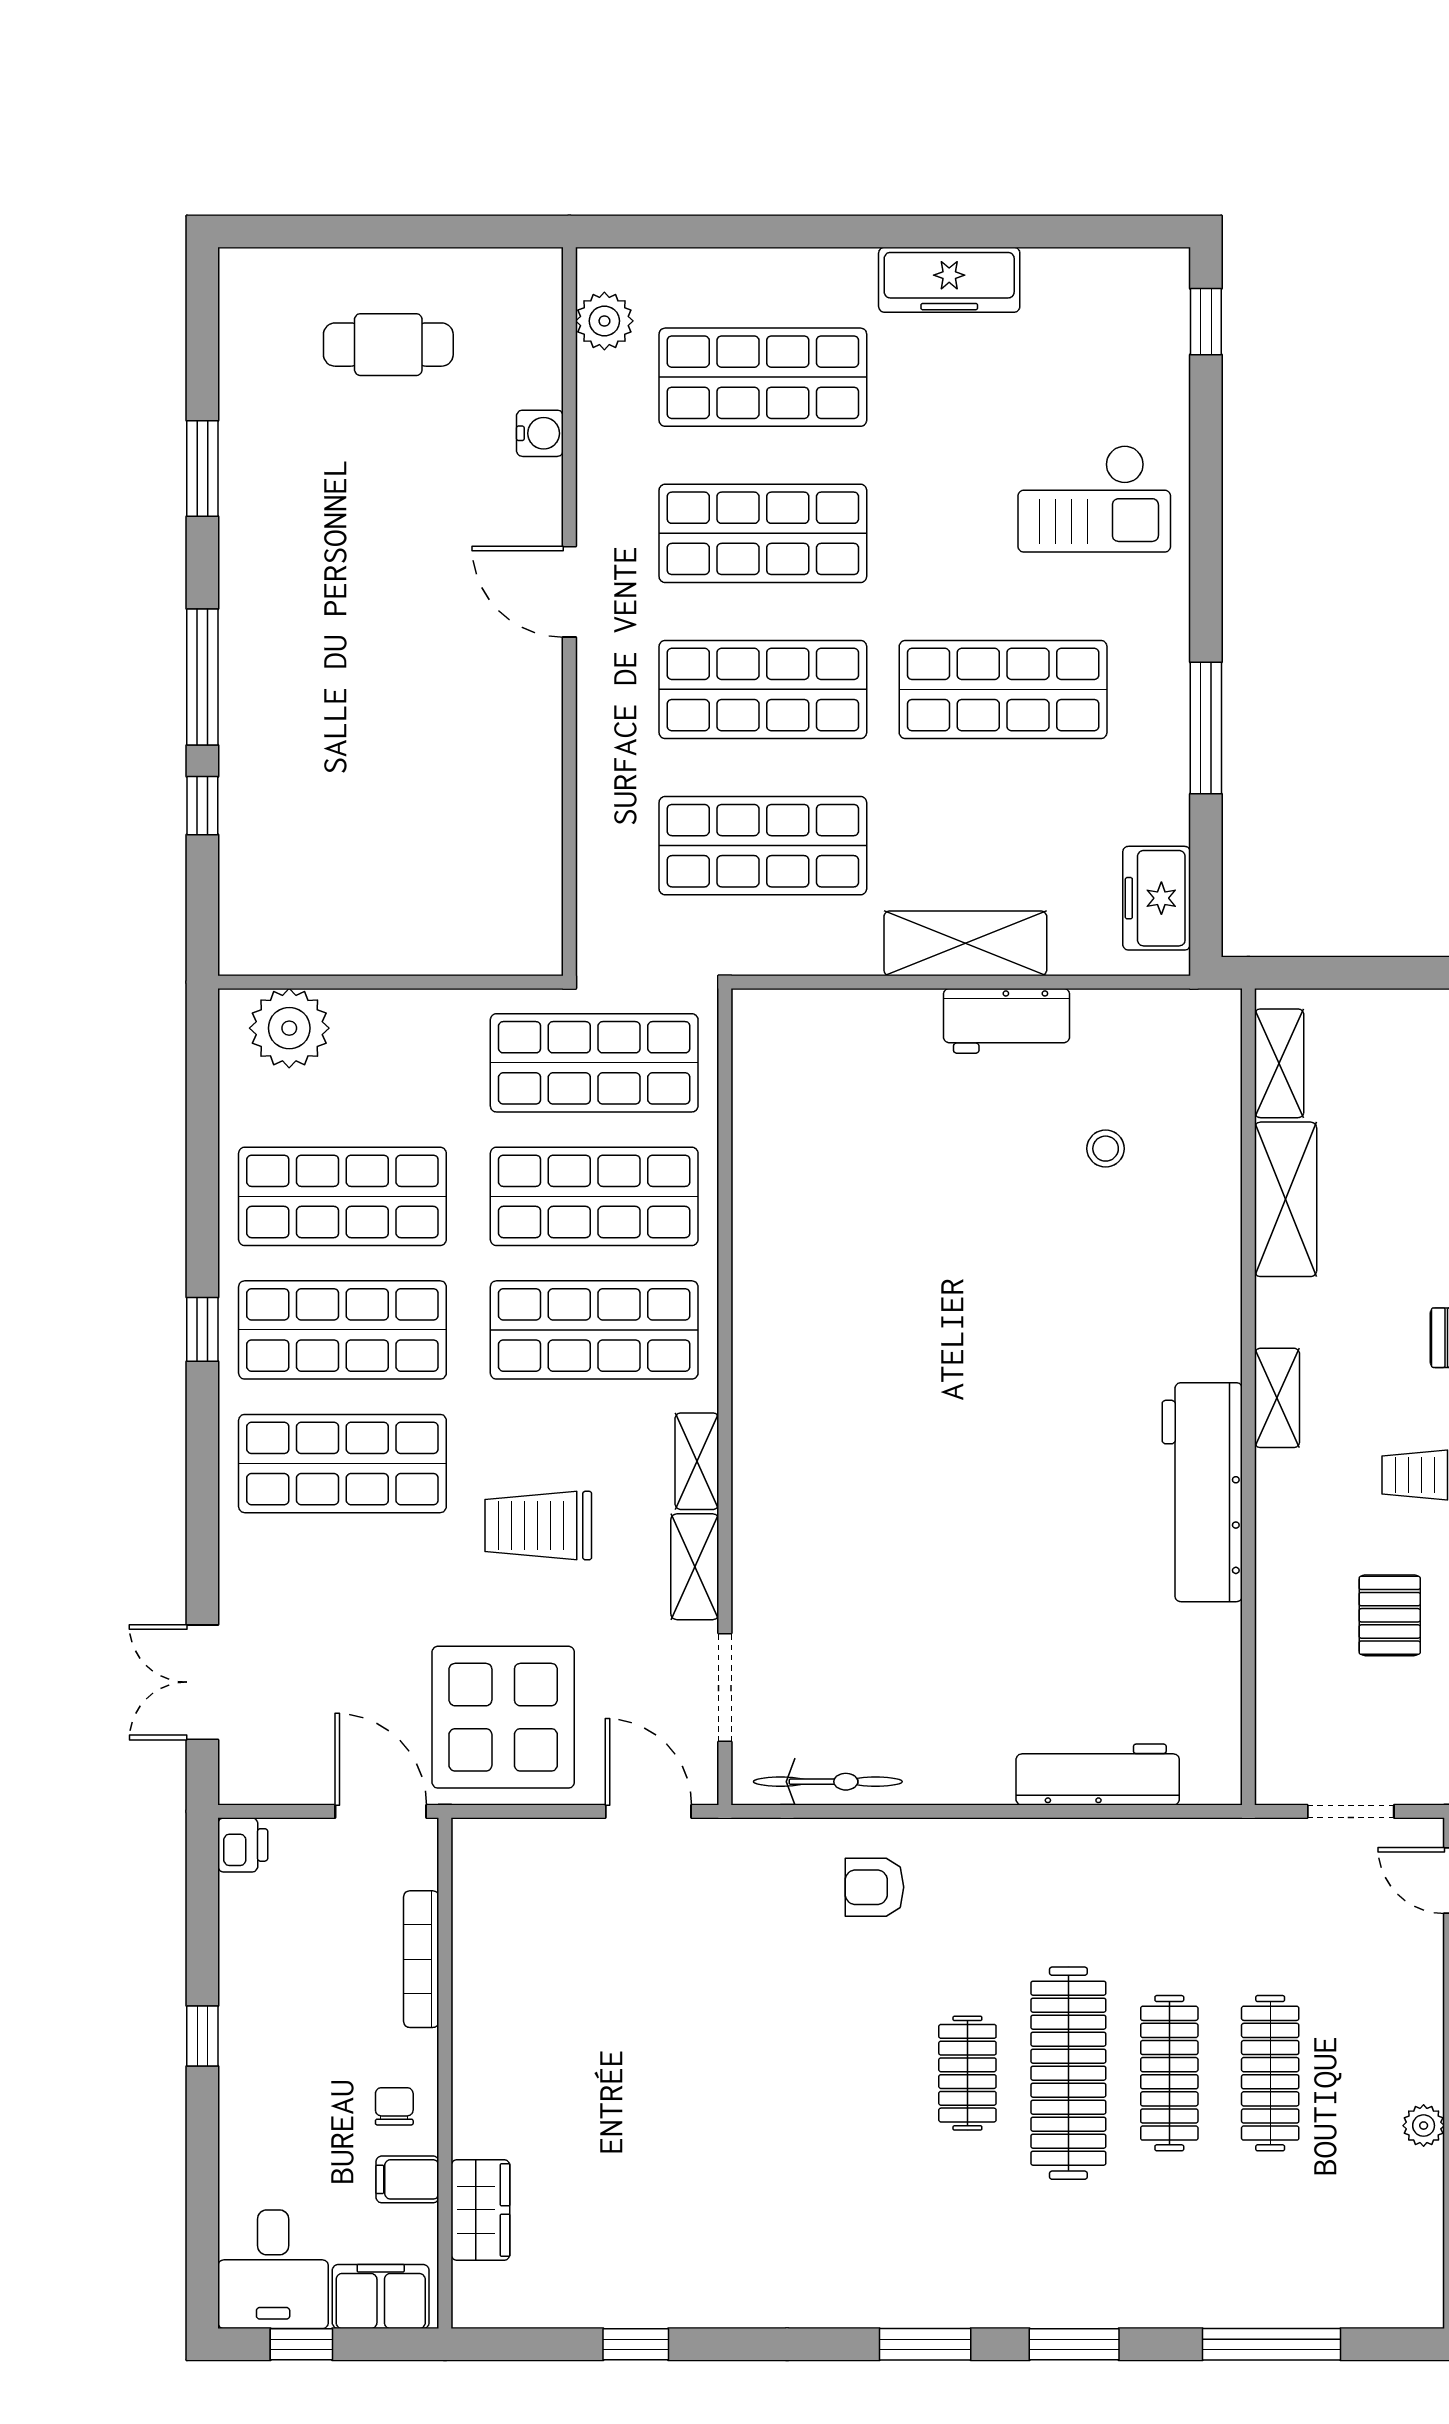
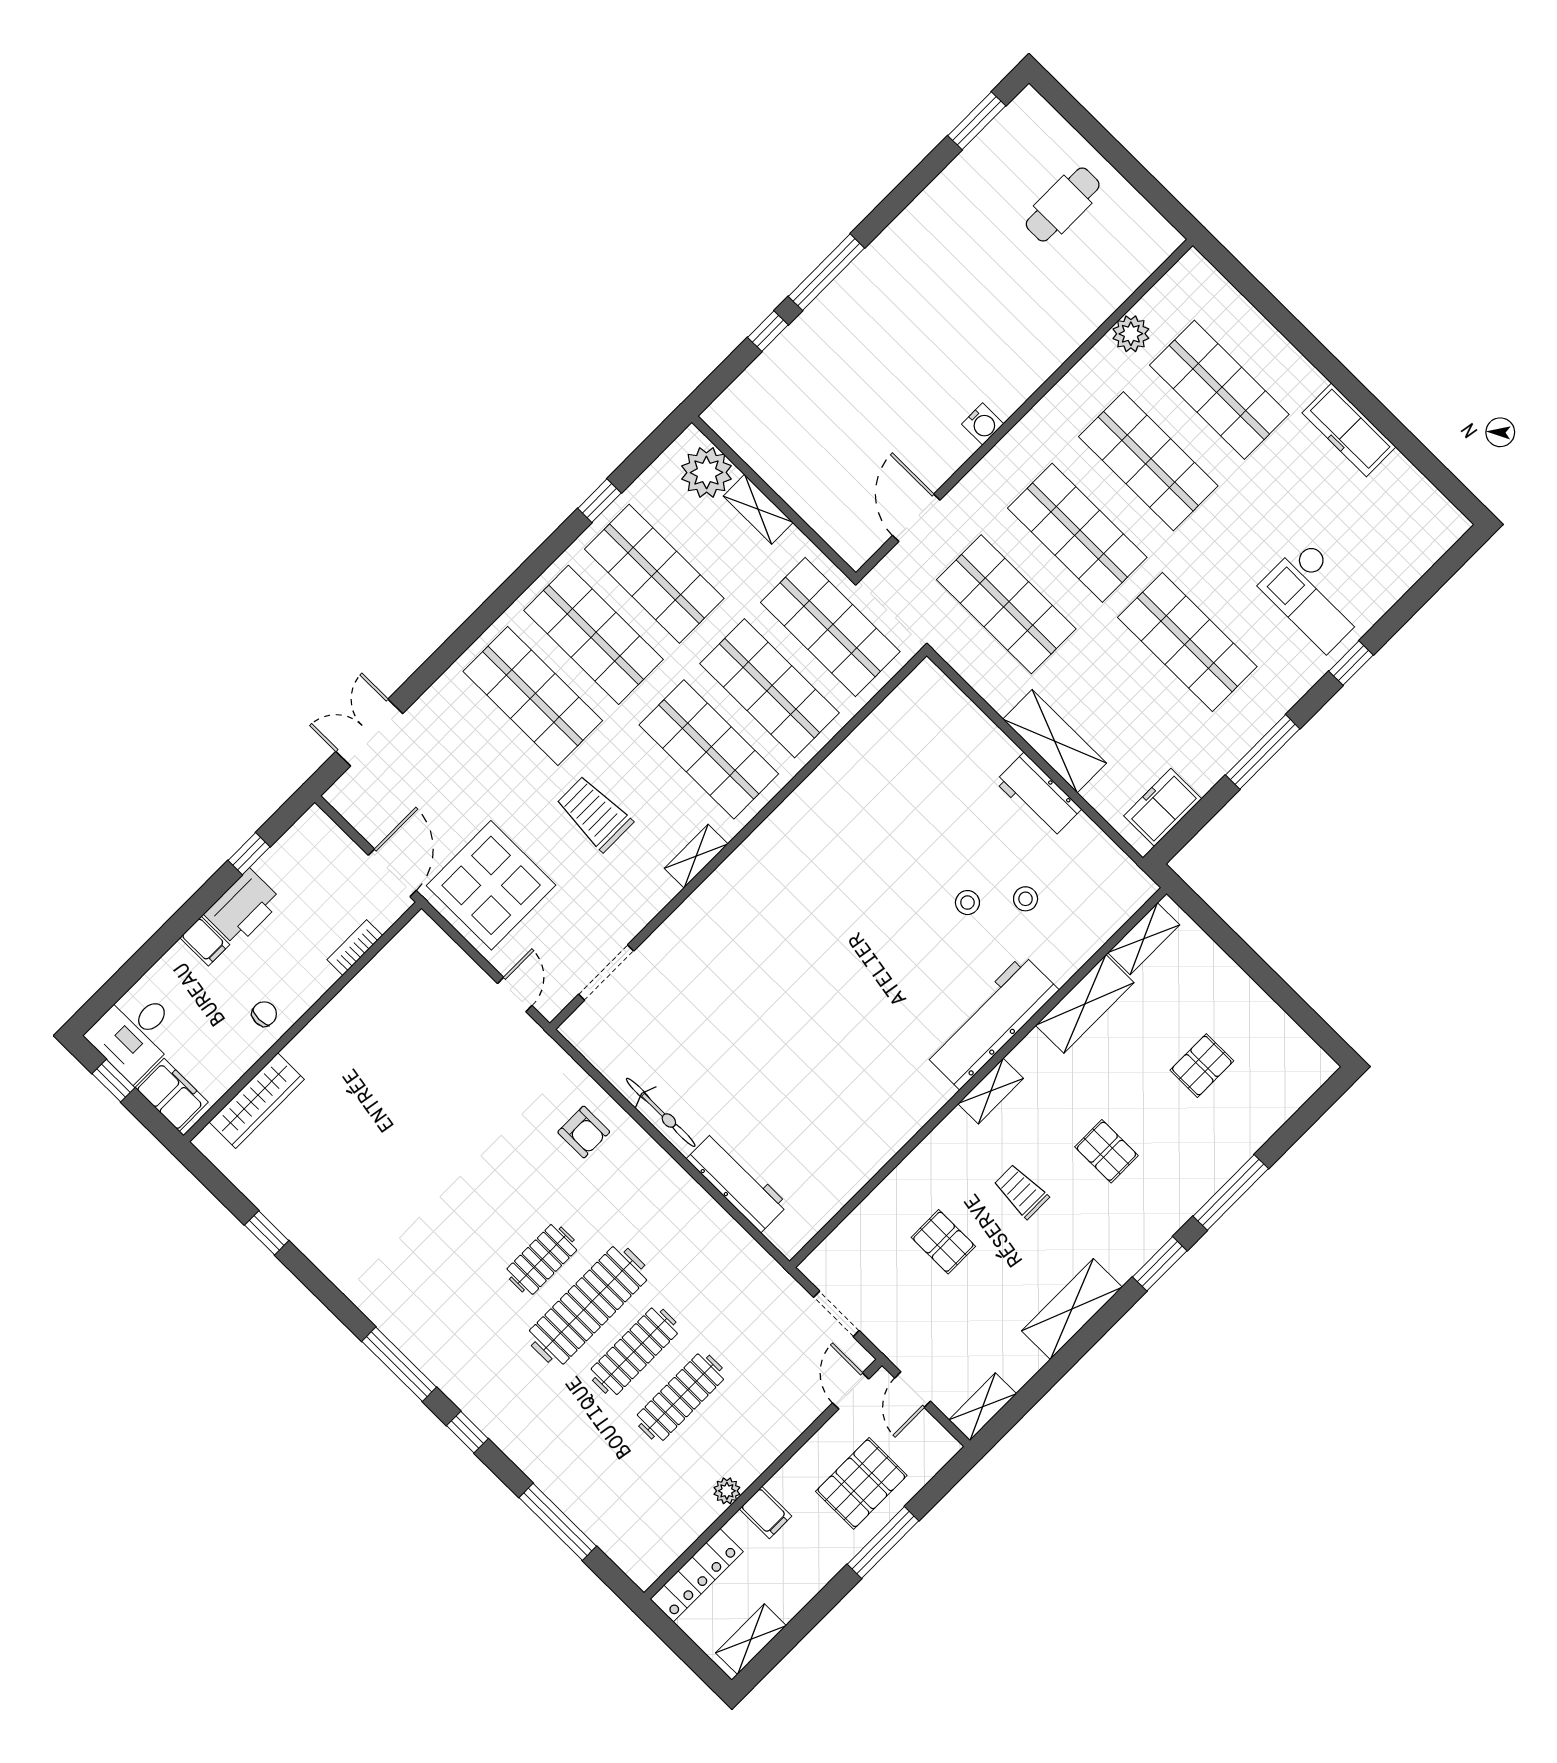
plant: (604, 321) -> (1131, 334), moved
window: (1206, 322) -> (1351, 663), moved
cafe table: (388, 345) -> (1063, 205), turned 90
water cooler: (540, 433) -> (983, 424), moved
window: (202, 469) -> (977, 121), moved
door: (569, 592) -> (916, 518), moved
stool: (1046, 1216) -> (967, 903), added
window: (202, 1329) -> (599, 501), moved
workbench: (1202, 1492) -> (991, 1022), moved
shelving: (695, 1567) -> (758, 509), moved, turned 90
pallet: (1390, 1615) -> (943, 1242), turned 90
bicycle: (828, 1782) -> (661, 1112), moved
door: (648, 1811) -> (515, 995), width x0.73
printer: (243, 1845) -> (243, 907), moved, width x1.87, depth x1.48
armchair: (874, 1887) -> (584, 1132), turned 180
bookcase: (421, 1959) -> (355, 948), width x0.64
window: (202, 2036) -> (249, 854), moved
filing cabinet: (407, 2179) -> (205, 941), moved, turned 180
wardrobe: (480, 2210) -> (257, 1101), width x1.50
window: (925, 2344) -> (399, 1364), width x1.44
window: (1074, 2344) -> (467, 1432), width x0.67

